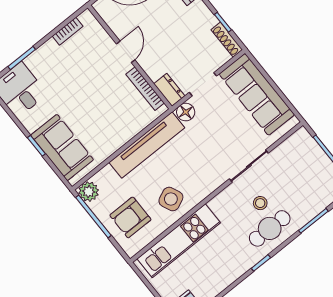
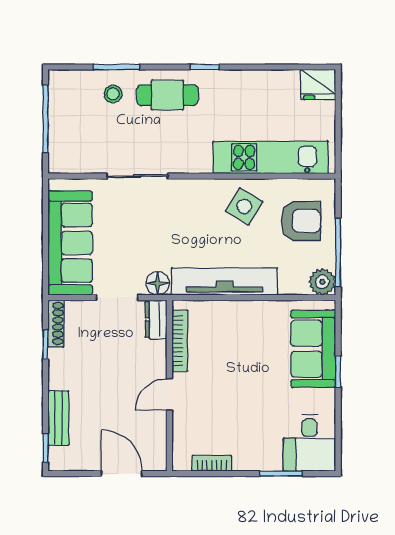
side table: (171, 199) -> (244, 206), turned -35
stool: (260, 203) -> (113, 94), moved

